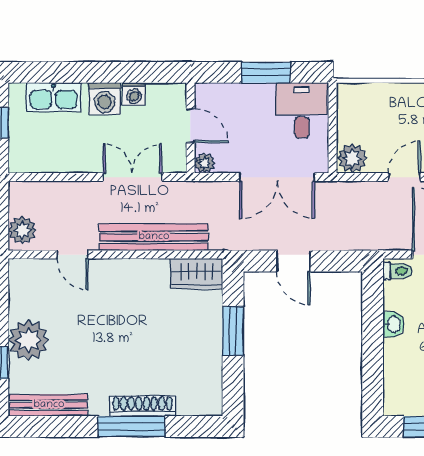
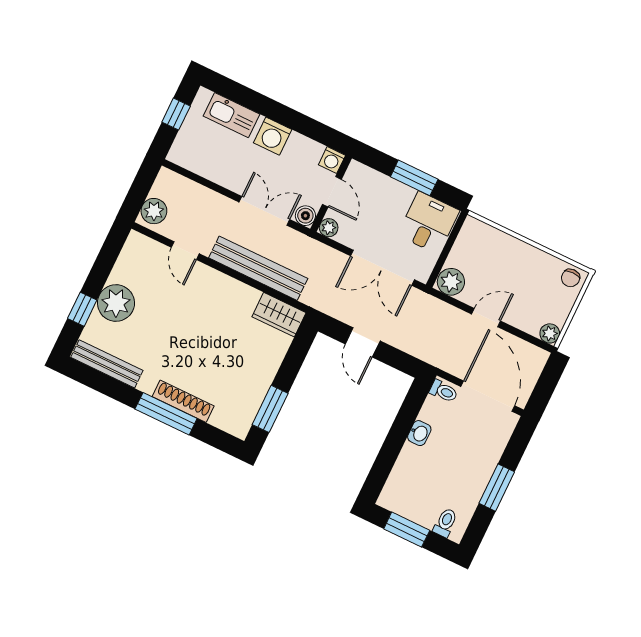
washing machine: (134, 94) -> (332, 160), moved
boiler: (176, 162) -> (305, 216), added
window: (233, 331) -> (270, 409), moved

